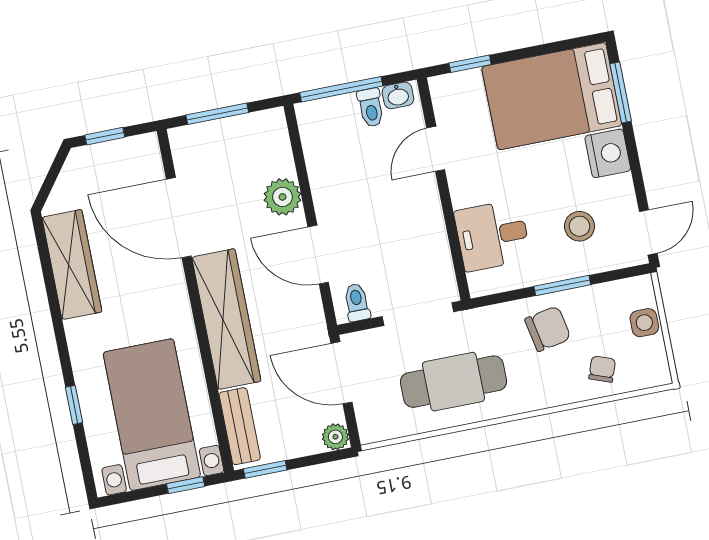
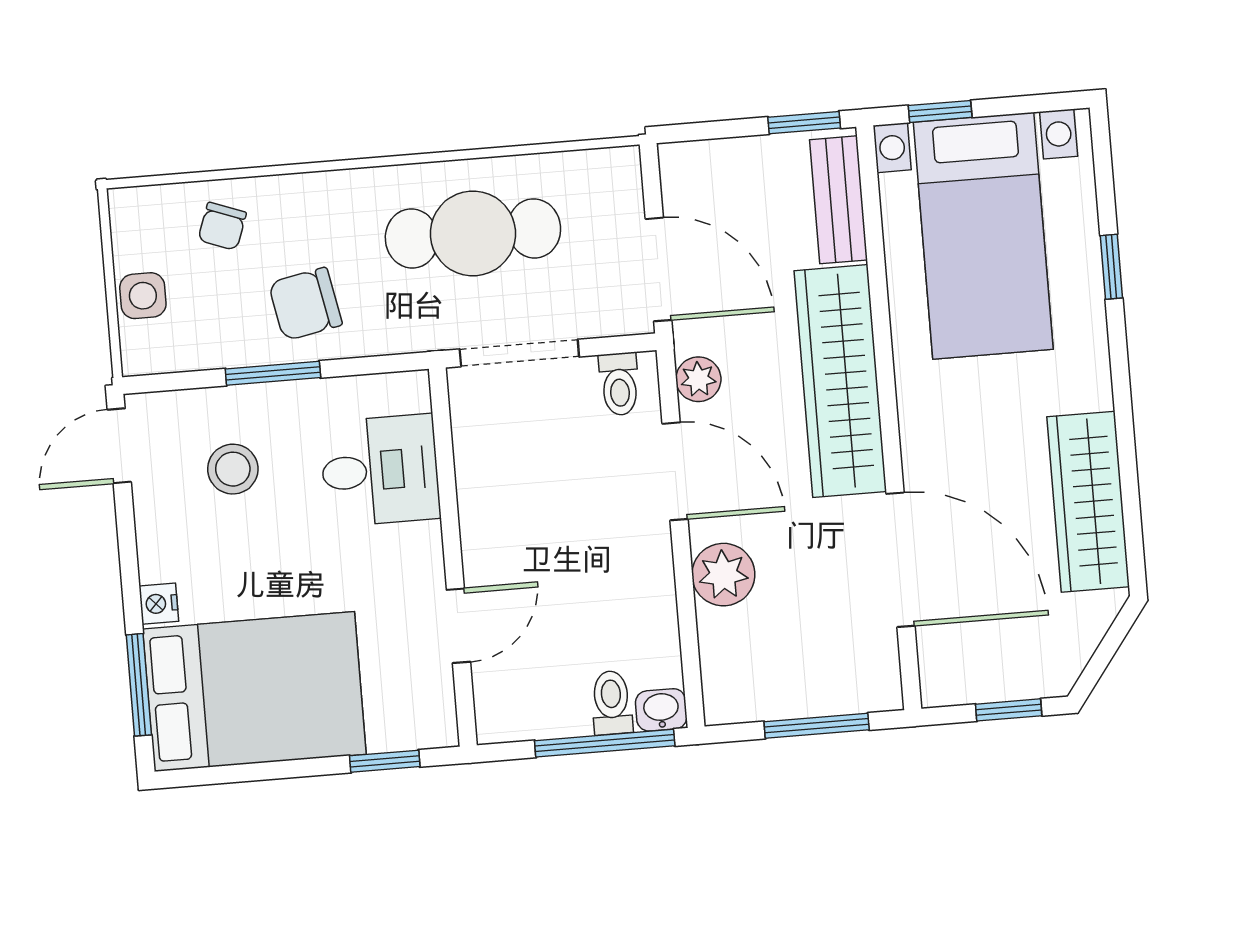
washbasin: (398, 95) -> (661, 710), moved
toilet: (371, 108) -> (612, 703), moved
nightstand: (608, 153) -> (159, 604), width x0.53, depth x0.56
plant: (335, 437) -> (698, 379), moved

